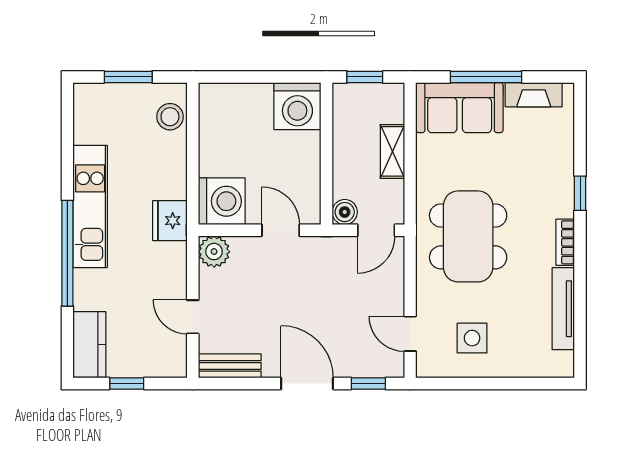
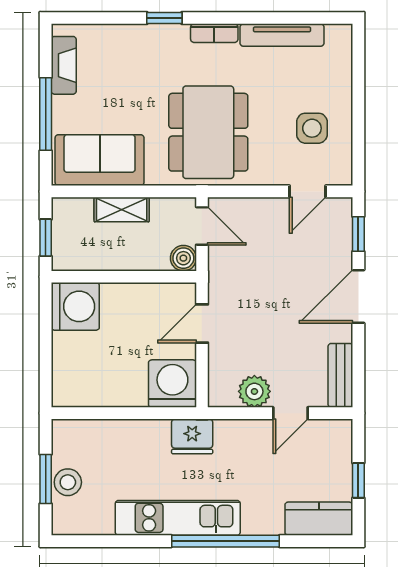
sofa: (460, 108) -> (100, 160), moved, turned -90
stool: (170, 117) -> (68, 482), moved
dining table: (468, 236) -> (208, 132), turned 90
plant: (214, 252) -> (254, 391), moved

